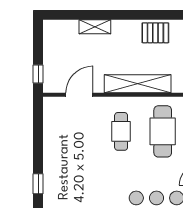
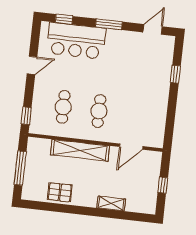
window: (38, 74) -> (163, 185), moved
cafe table: (163, 131) -> (63, 107), width x0.73, depth x0.74

